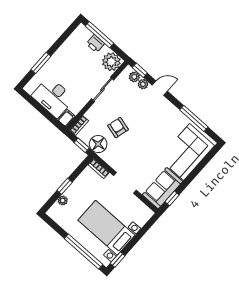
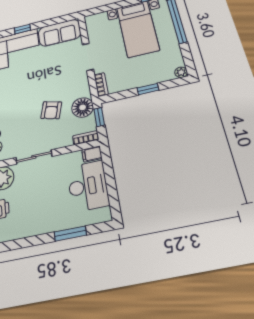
window: (172, 198) -> (22, 29), moved
plant: (63, 200) -> (181, 72), moved

